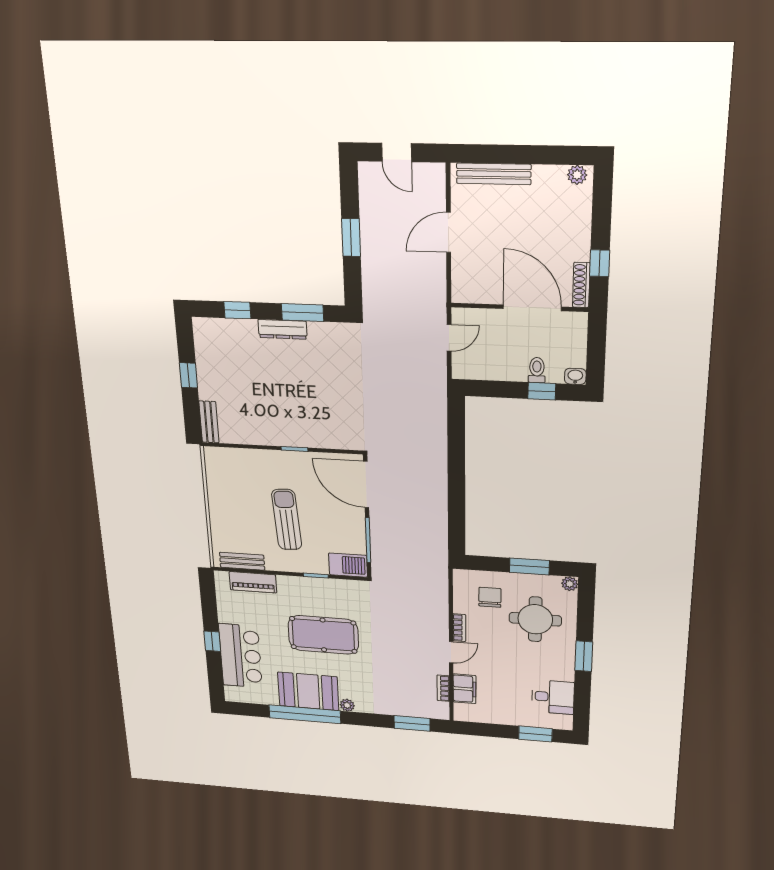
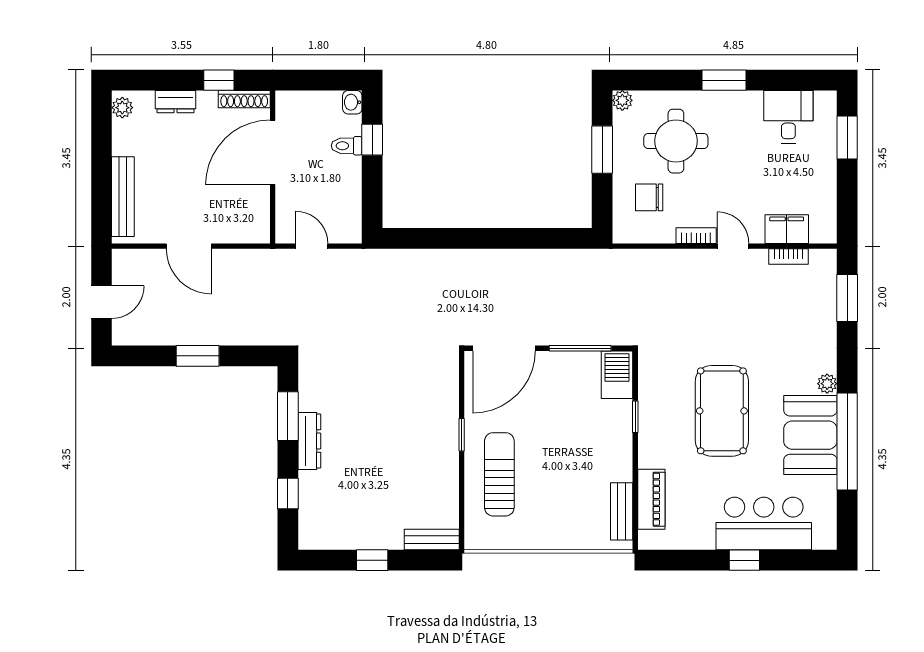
dresser: (581, 224) -> (176, 102), added
sun lounger: (287, 520) -> (499, 474), moved, turned 94

